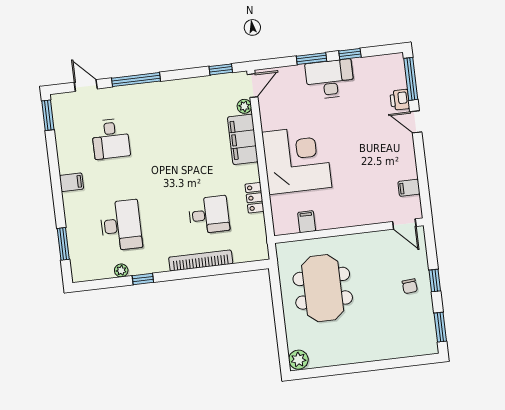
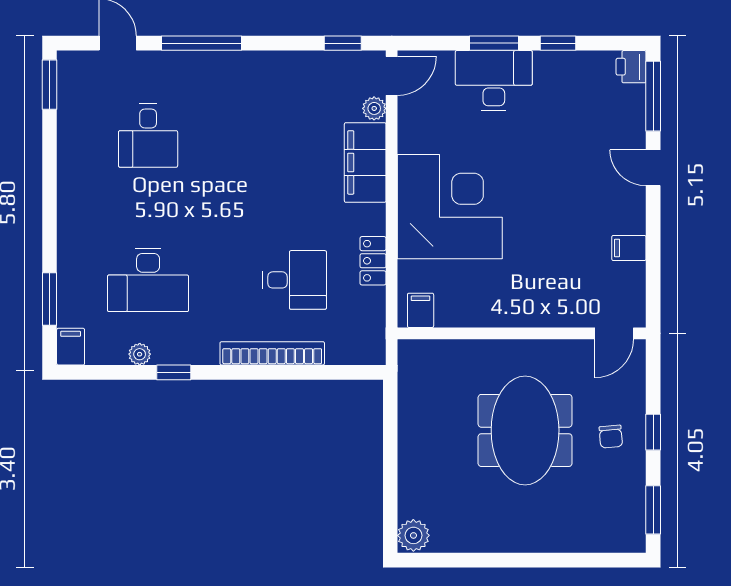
desk: (330, 79) -> (494, 81), moved
printer: (400, 100) -> (631, 67), moved
filing cabinet: (72, 182) -> (71, 347), moved, turned -90
filing cabinet: (409, 188) -> (629, 248), moved
filing cabinet: (307, 222) -> (421, 310), moved
door: (404, 224) -> (614, 333), hinge flipped
desk: (121, 225) -> (148, 280), turned 90
meeting table: (323, 288) -> (525, 430), moved

